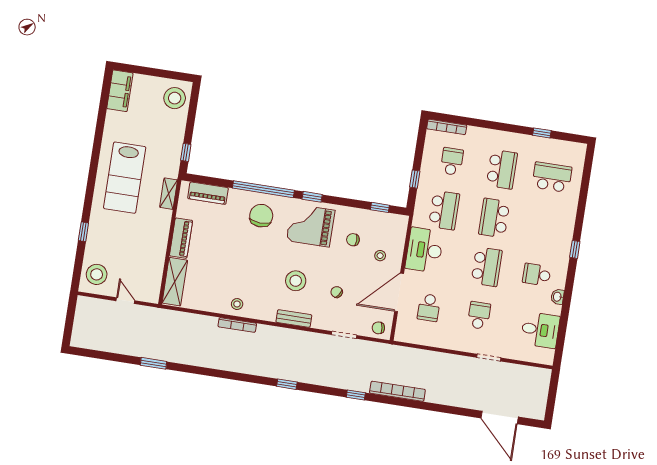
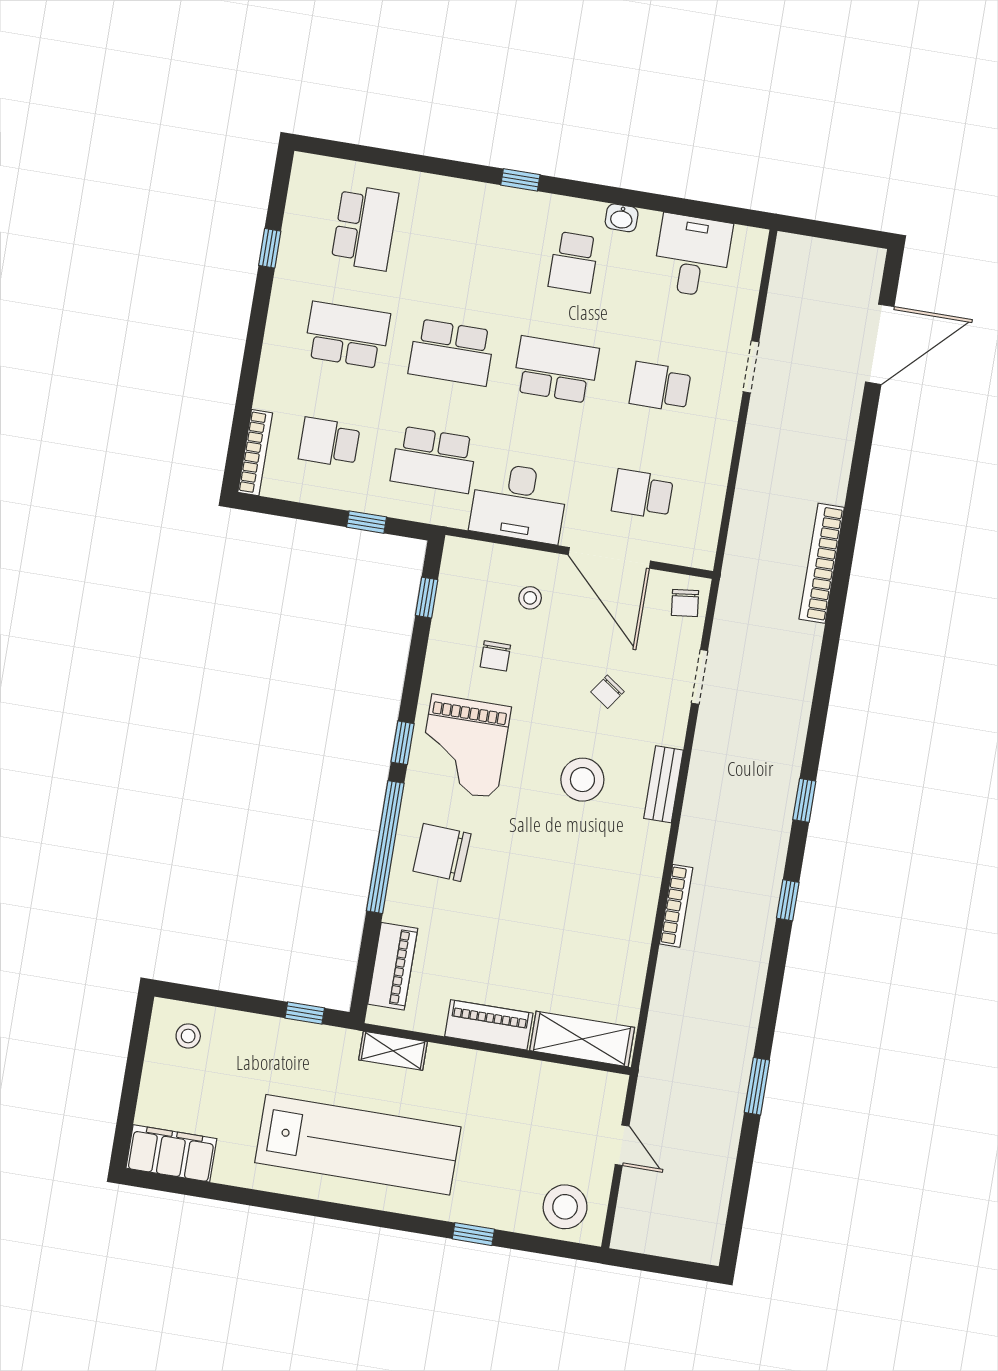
stool: (175, 98) -> (188, 1036), width x0.53, depth x0.53
school desk: (552, 177) -> (365, 228), turned 180
lab bench: (125, 178) -> (358, 1145), width x1.36
school desk: (444, 210) -> (434, 460), turned 180
door: (125, 301) -> (622, 1145), swing flipped
stool: (237, 304) -> (631, 906), removed
school desk: (429, 308) -> (642, 494), turned 180
window: (356, 395) -> (788, 900), moved

